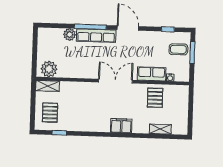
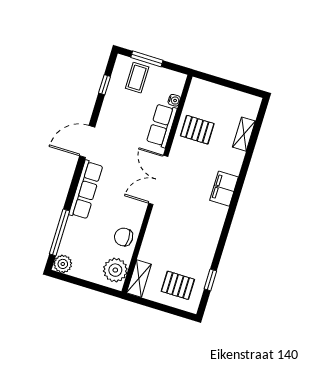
window: (90, 27) -> (59, 232), moved
plant: (70, 35) -> (63, 264), moved
chair: (72, 69) -> (124, 237), added

